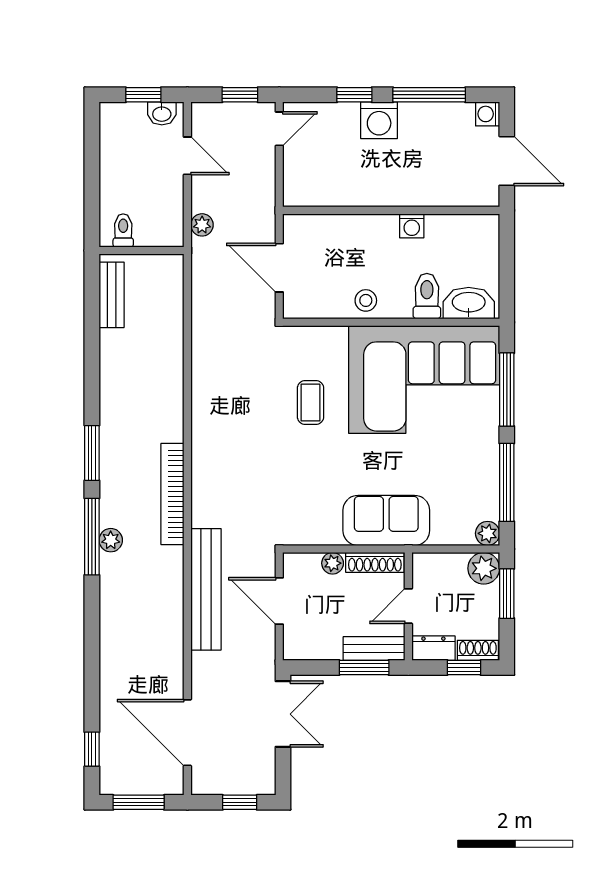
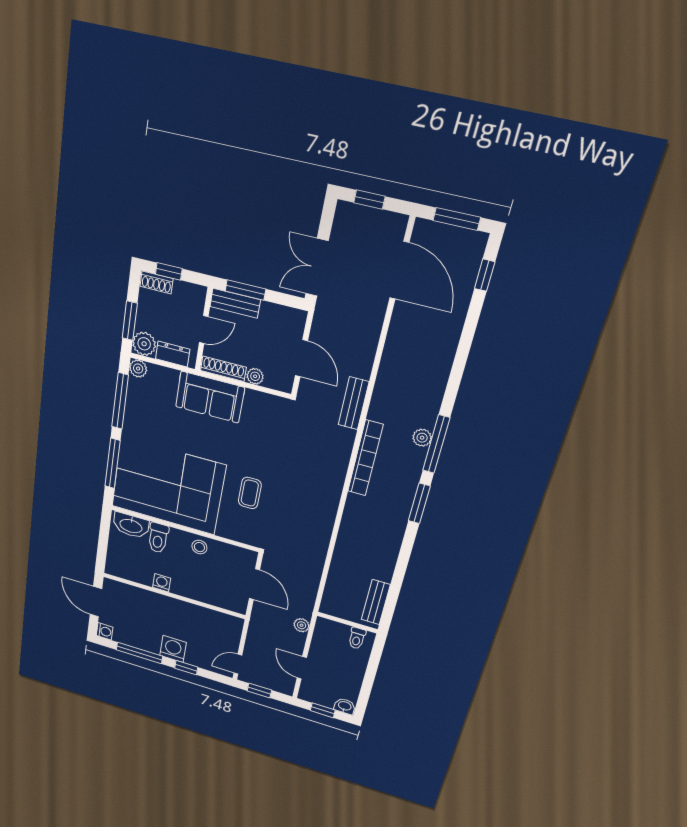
washbasin: (162, 113) -> (345, 706), moved
bench: (206, 589) -> (354, 403), width x0.54, depth x0.82
dresser: (433, 648) -> (173, 354), moved, turned 180

